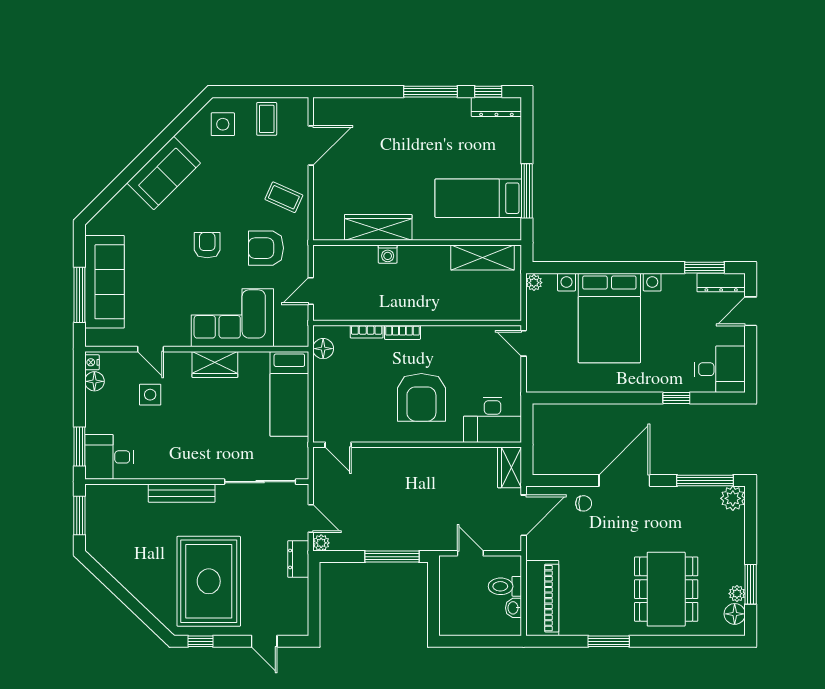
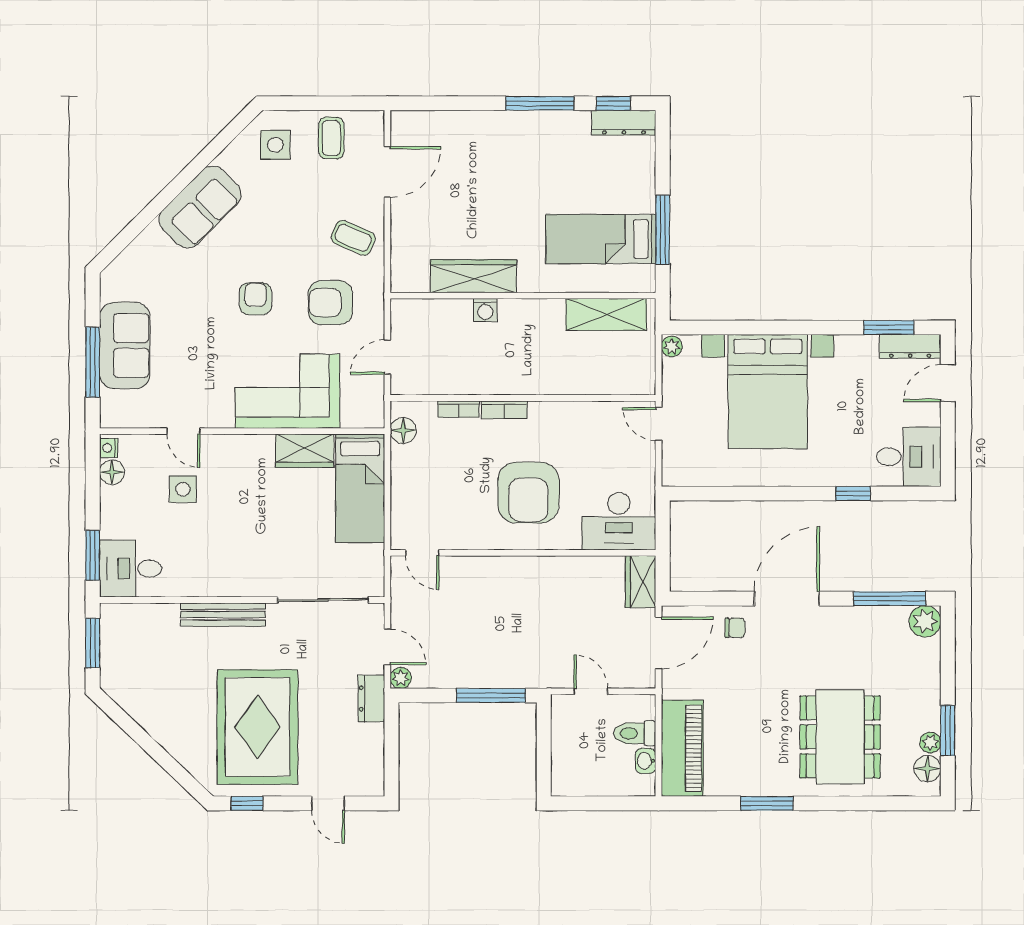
sofa: (104, 282) -> (125, 345), width x0.73
wardrobe: (215, 364) -> (305, 451), moved

